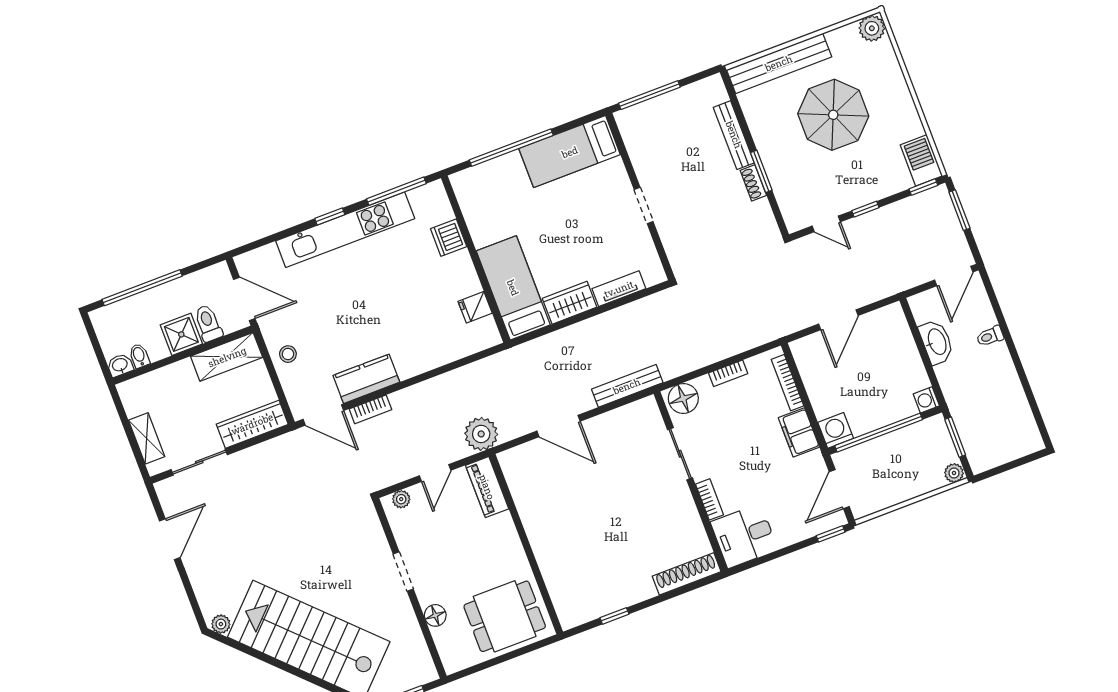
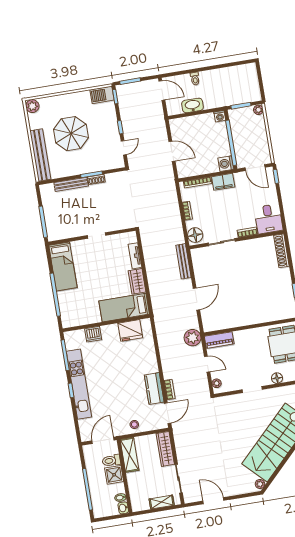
fridge: (475, 307) -> (130, 330), width x1.88, depth x1.34

